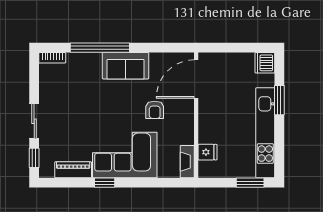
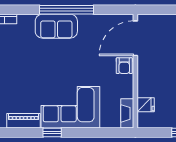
window: (100, 48) -> (66, 10), moved
sofa: (126, 66) -> (56, 26), moved
armchair: (155, 110) -> (124, 66), moved

